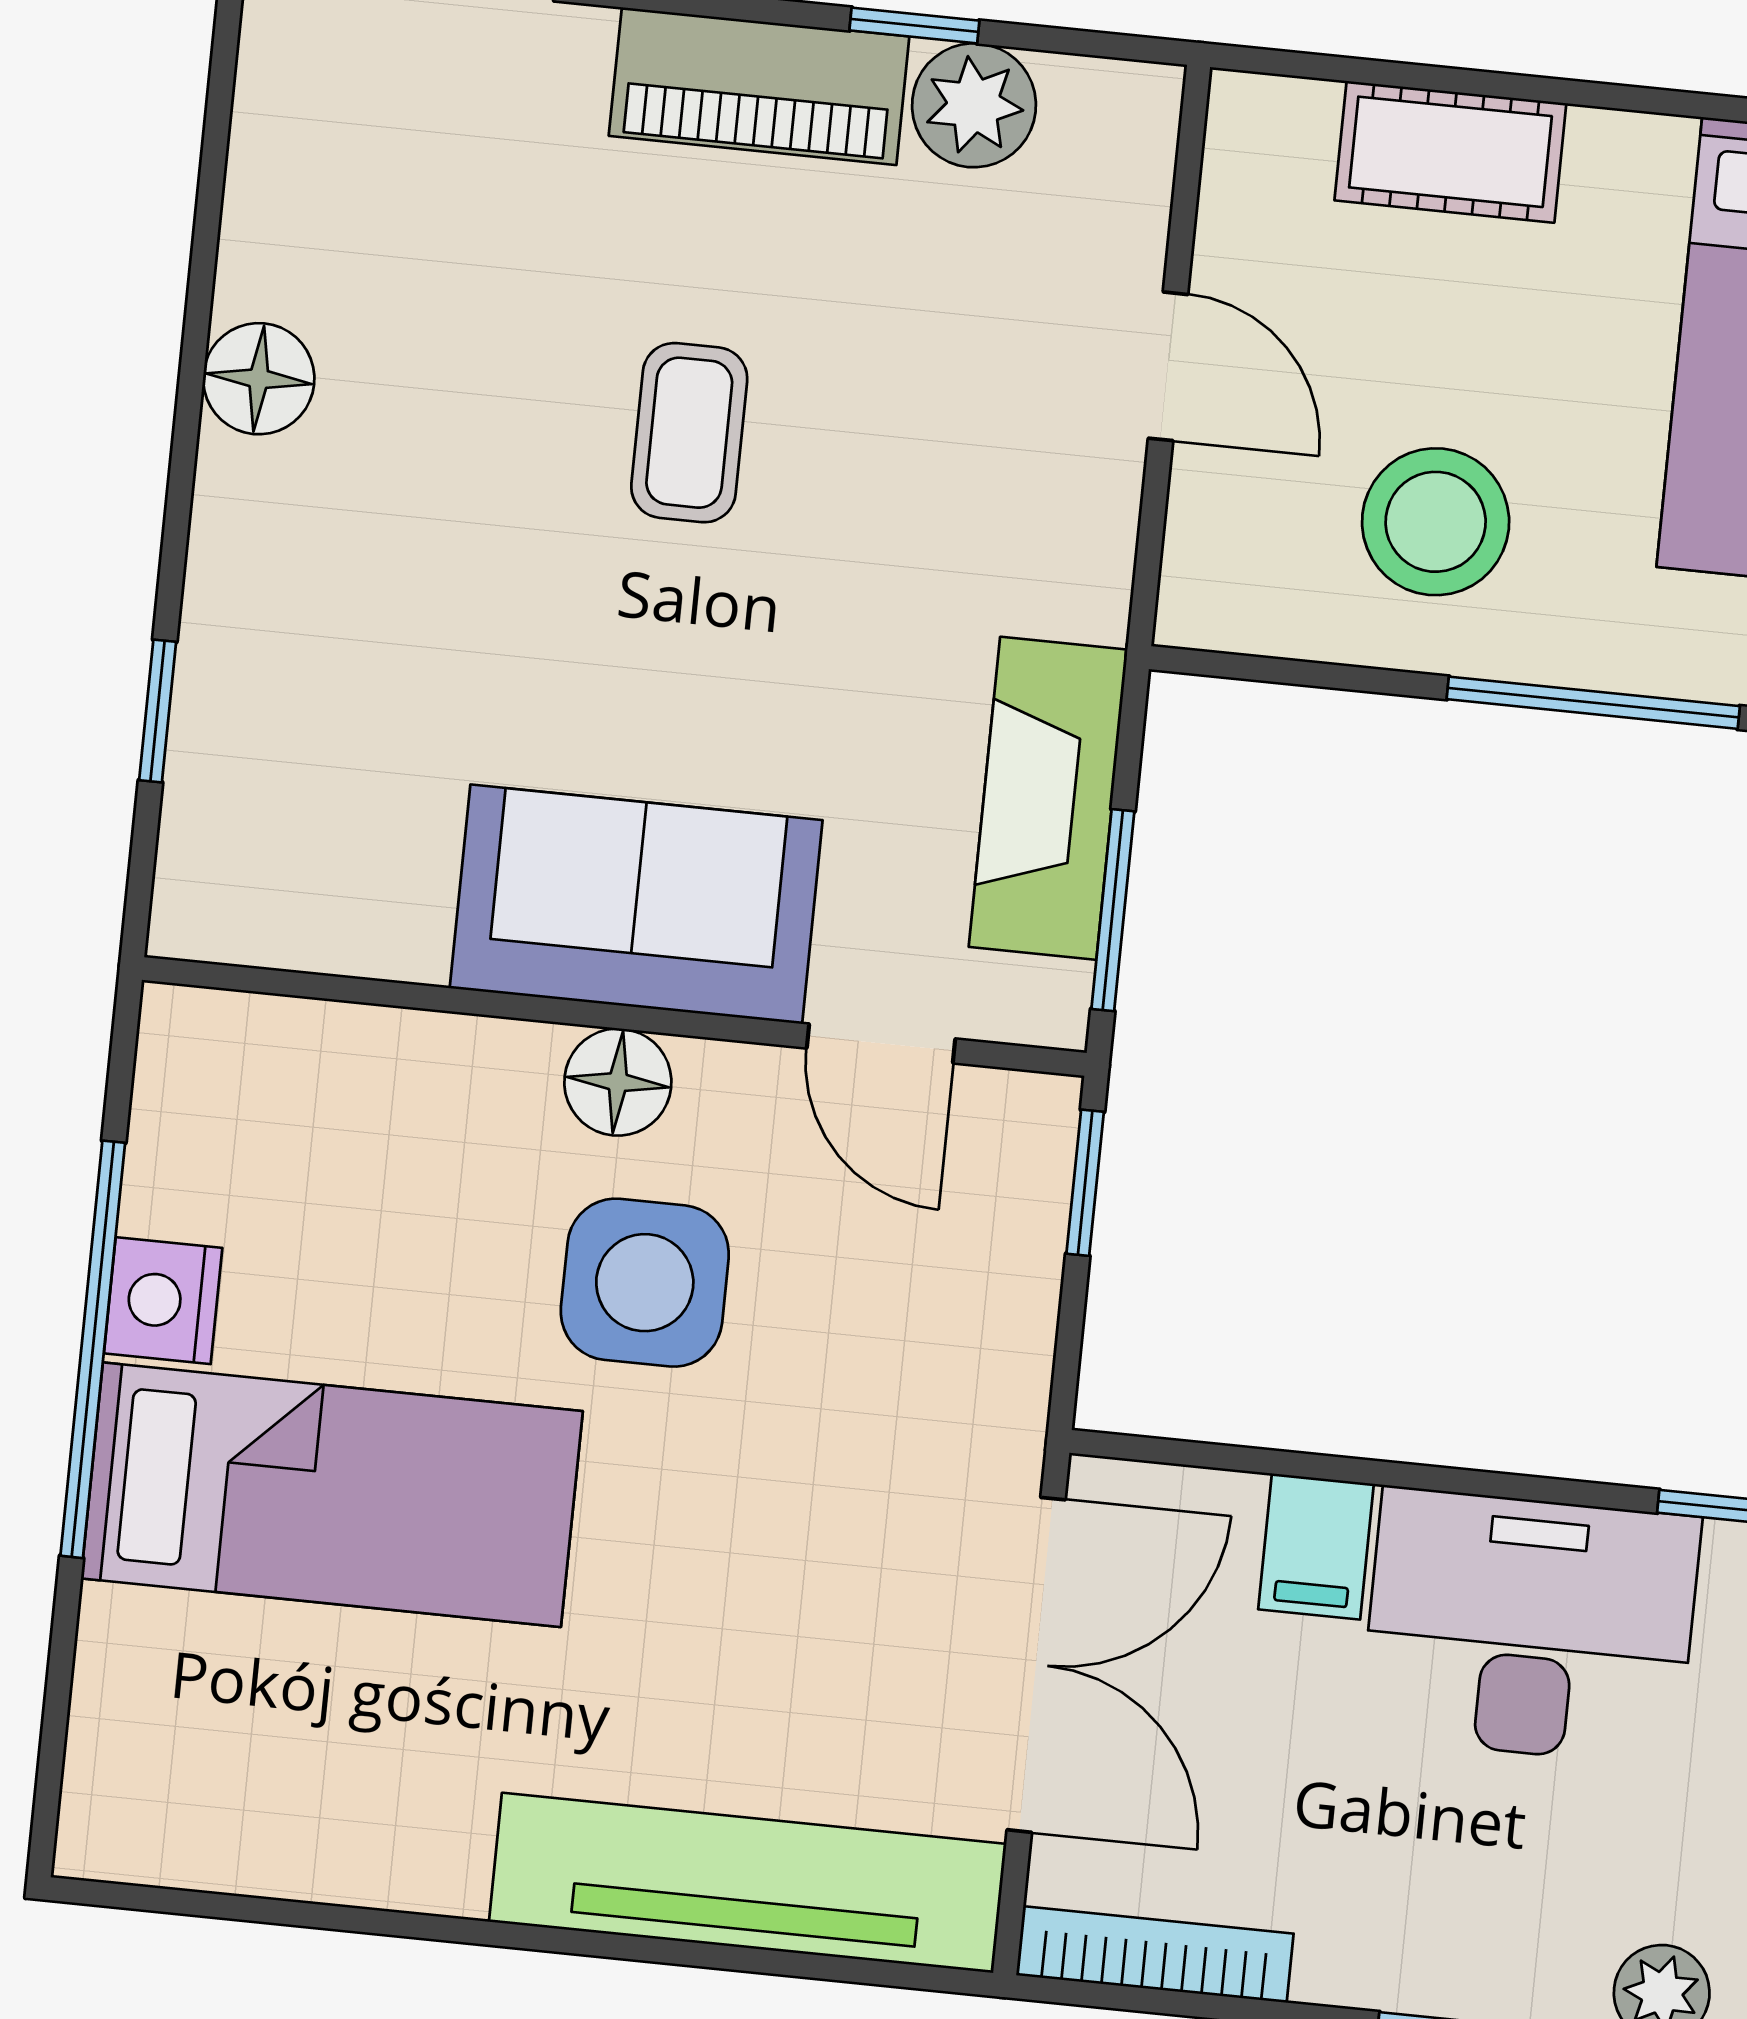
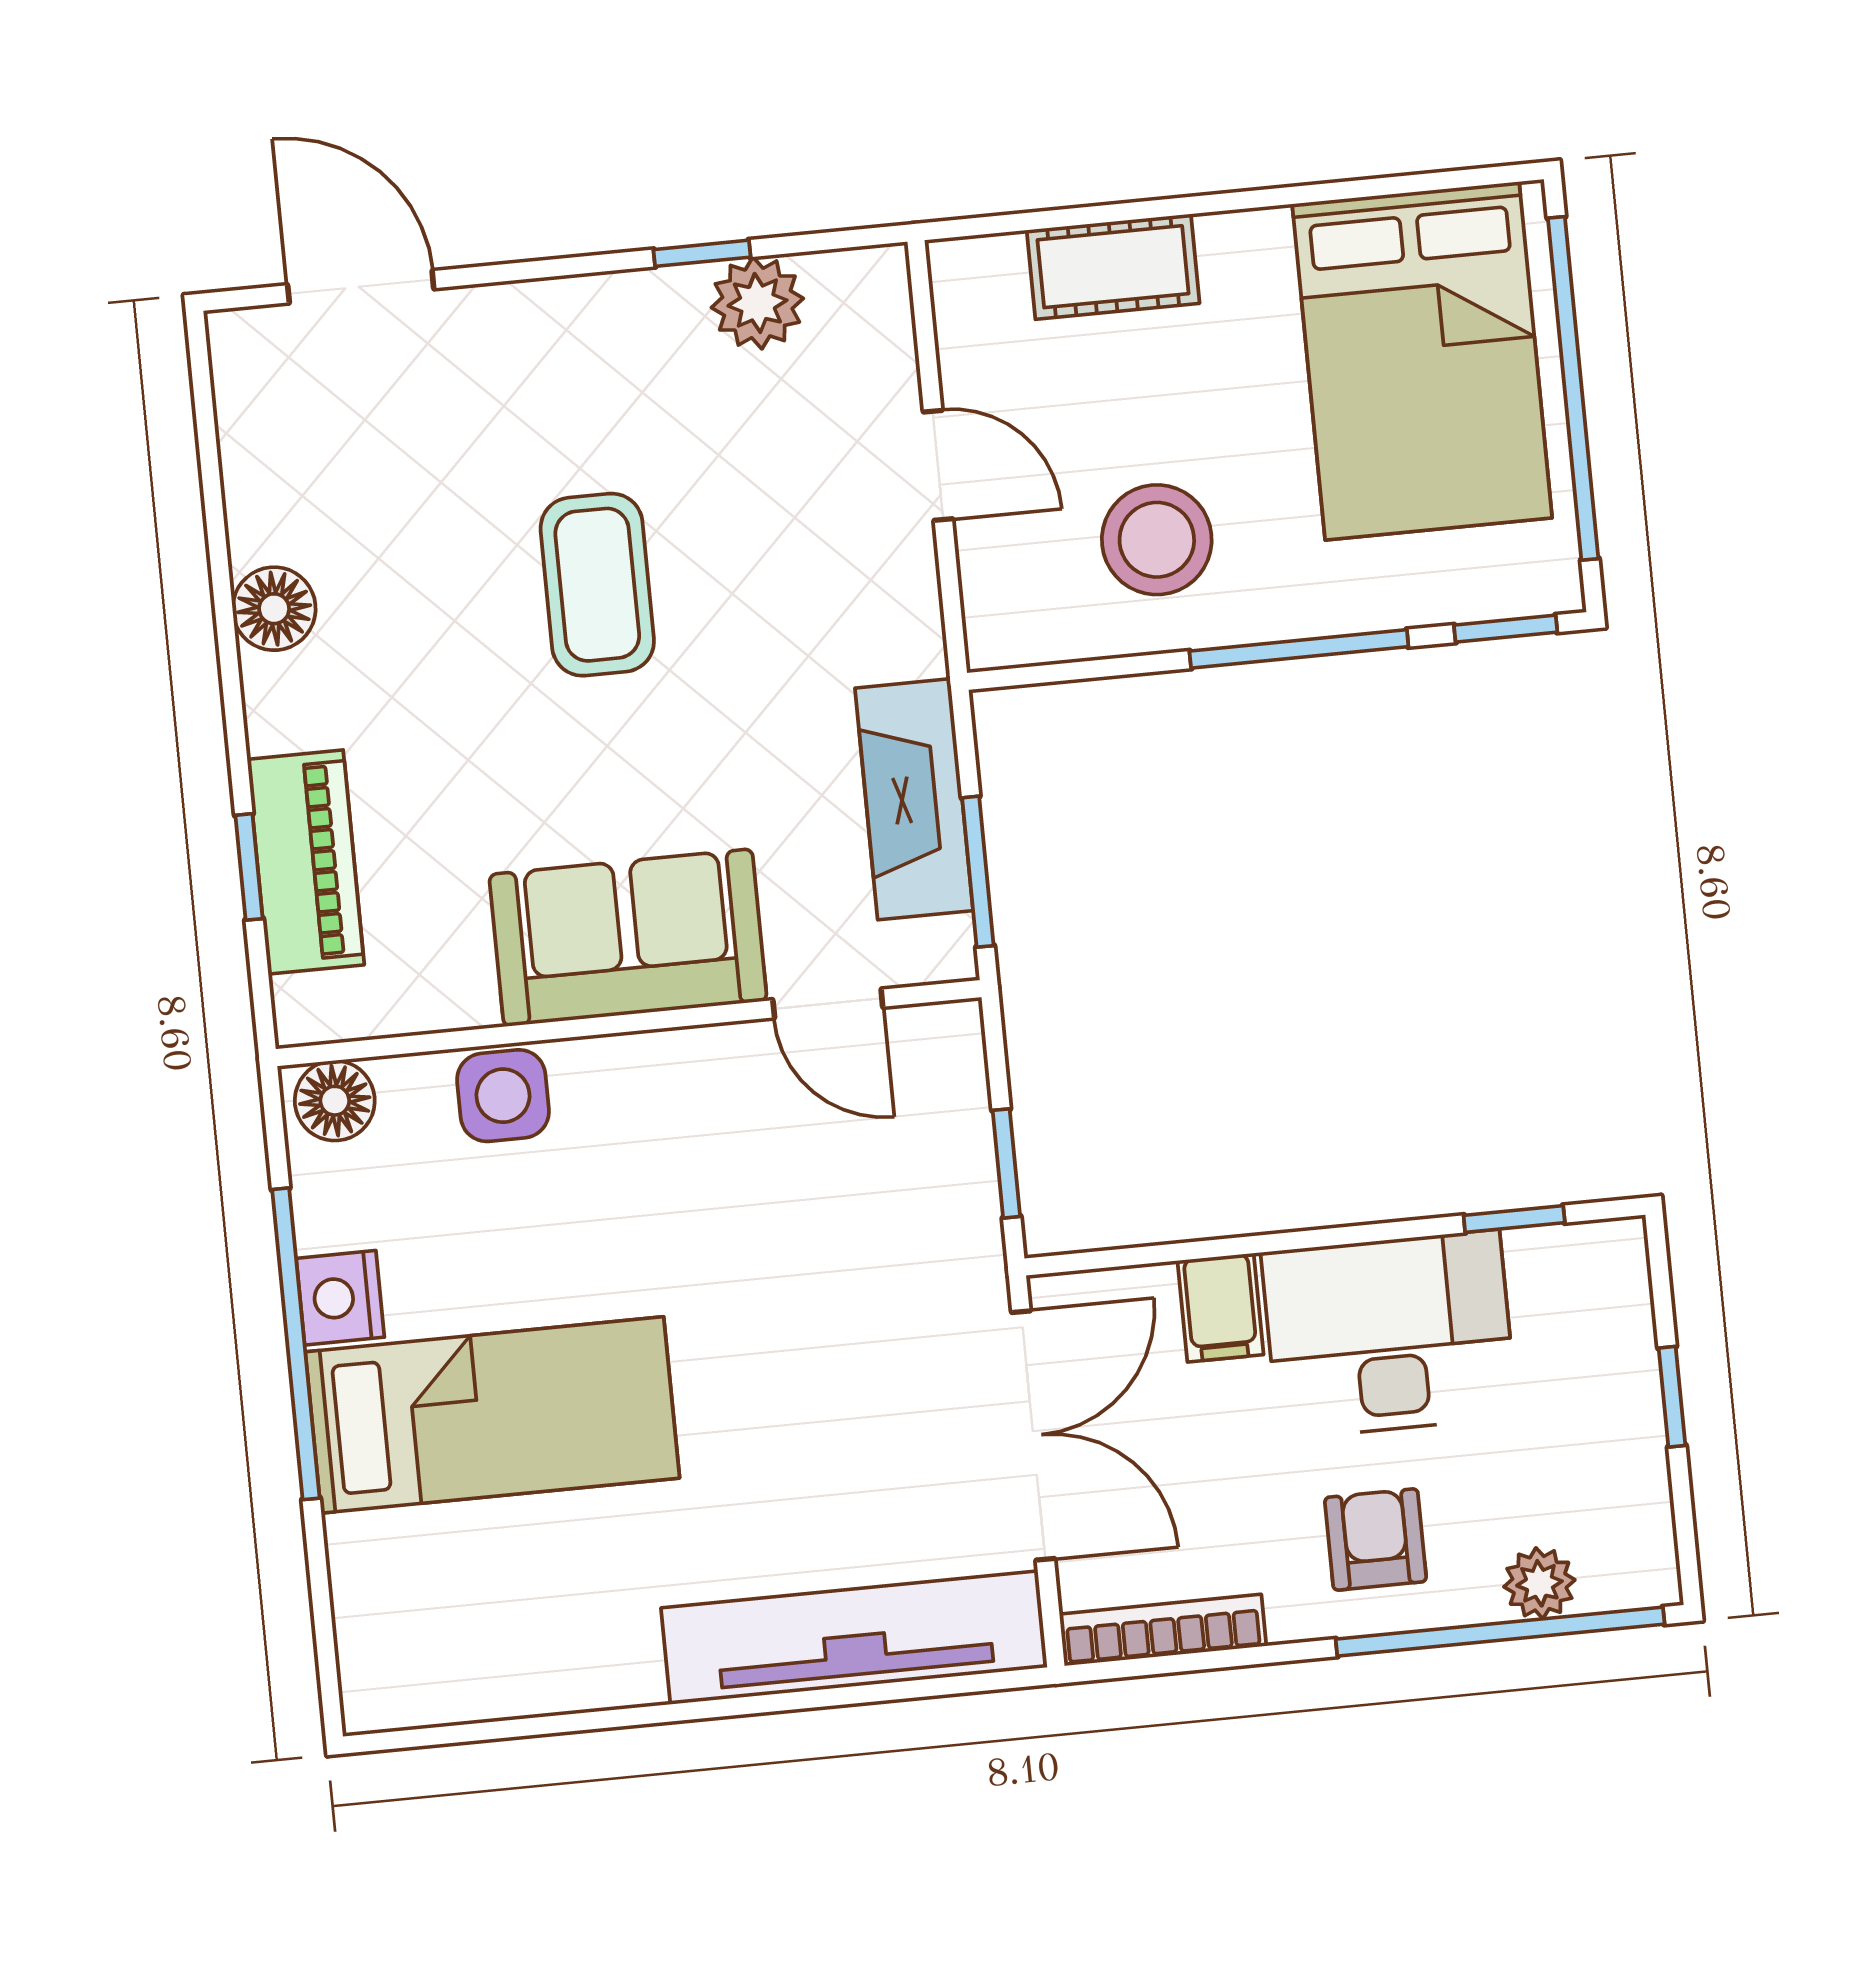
piano: (759, 86) -> (306, 862), moved, turned -90
coffee table: (689, 433) -> (597, 585), width x1.36, depth x1.30
floor lamp: (618, 1082) -> (335, 1101), moved
window: (1085, 1183) -> (1006, 1163), moved
side table: (645, 1283) -> (503, 1096), moved, width x0.73, depth x0.73
armchair: (1458, 1892) -> (1376, 1540), added

